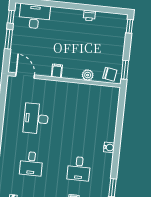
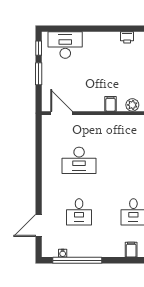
filing cabinet: (57, 71) -> (111, 104), moved
desk: (36, 119) -> (79, 160), turned -90

